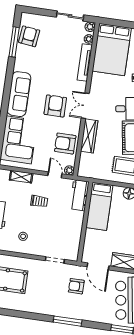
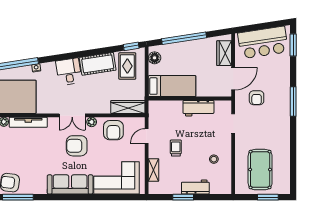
wardrobe: (89, 136) -> (128, 107), moved
plant: (69, 170) -> (92, 122), moved
workbench: (79, 195) -> (198, 108), moved

